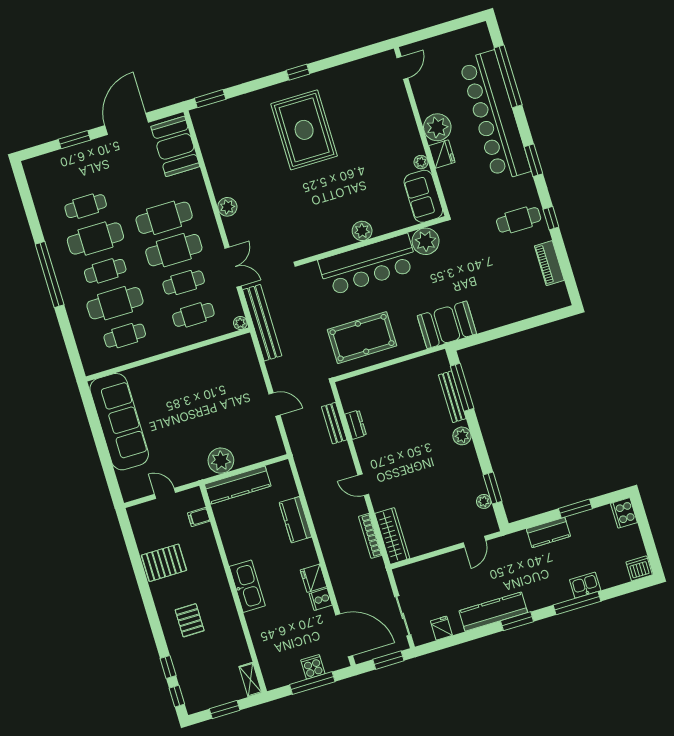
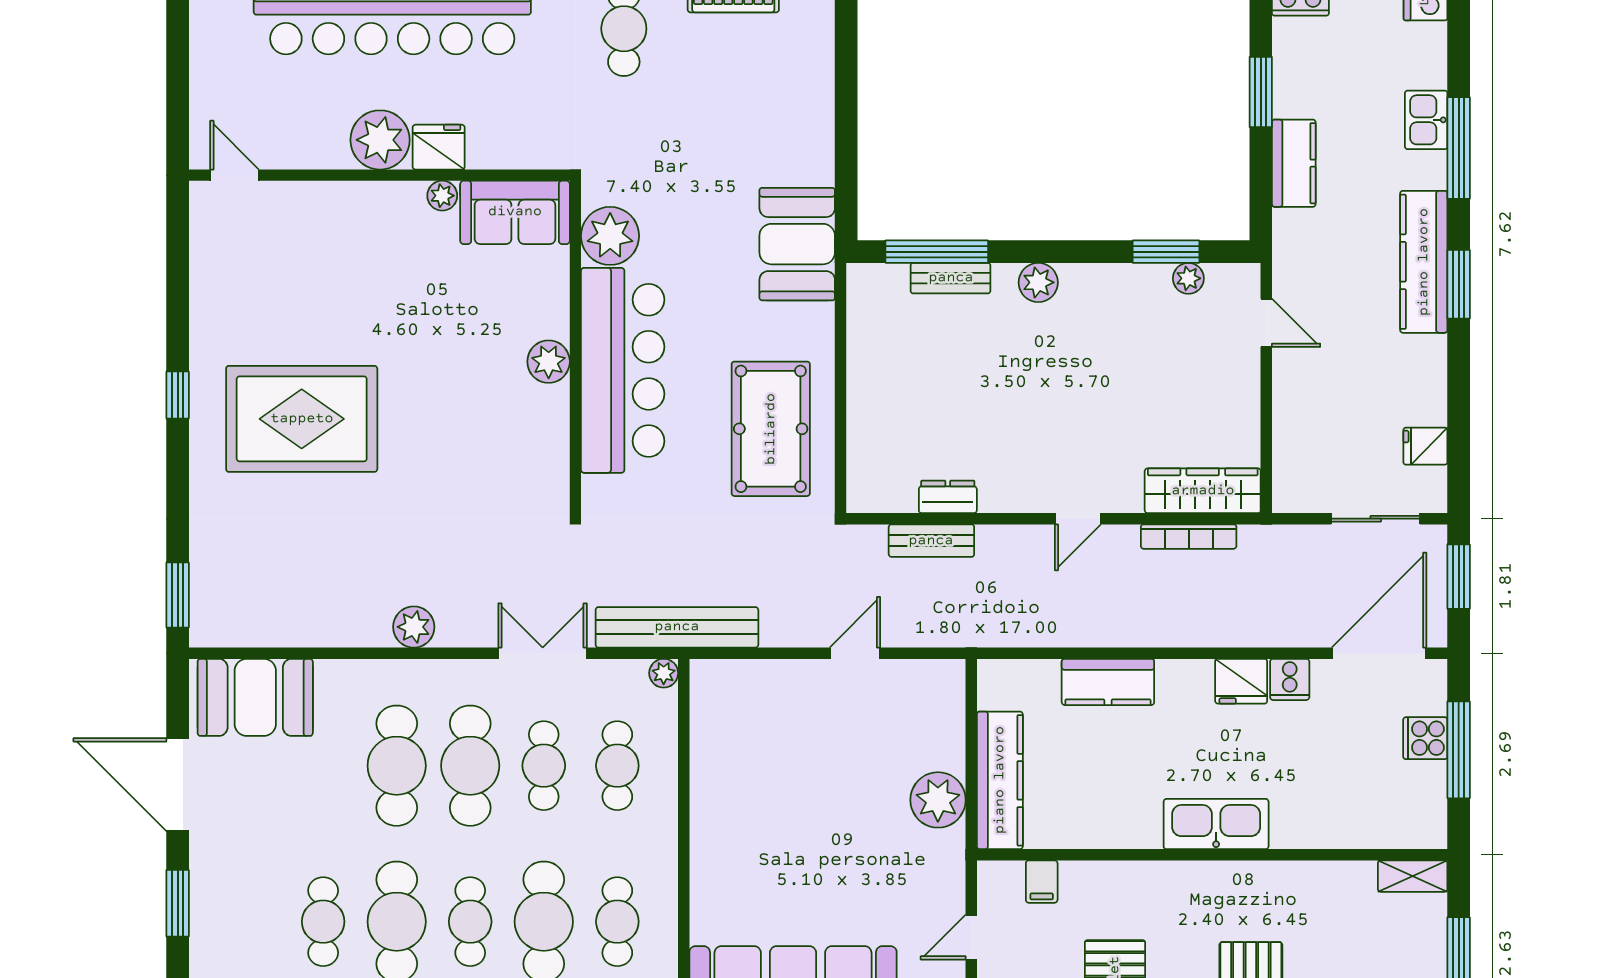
bench: (452, 397) -> (951, 278), width x0.73
kitchen counter: (493, 612) -> (1424, 262), moved

